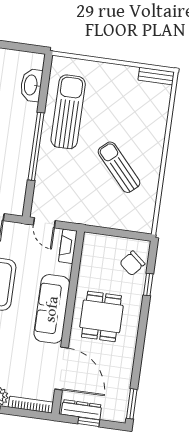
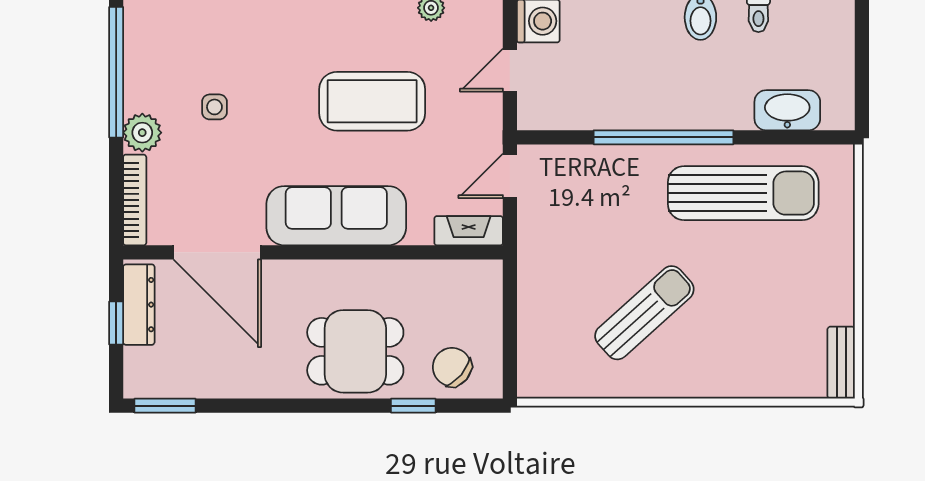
dining table: (101, 316) -> (355, 351), moved
door: (61, 369) -> (217, 252), hinge flipped

